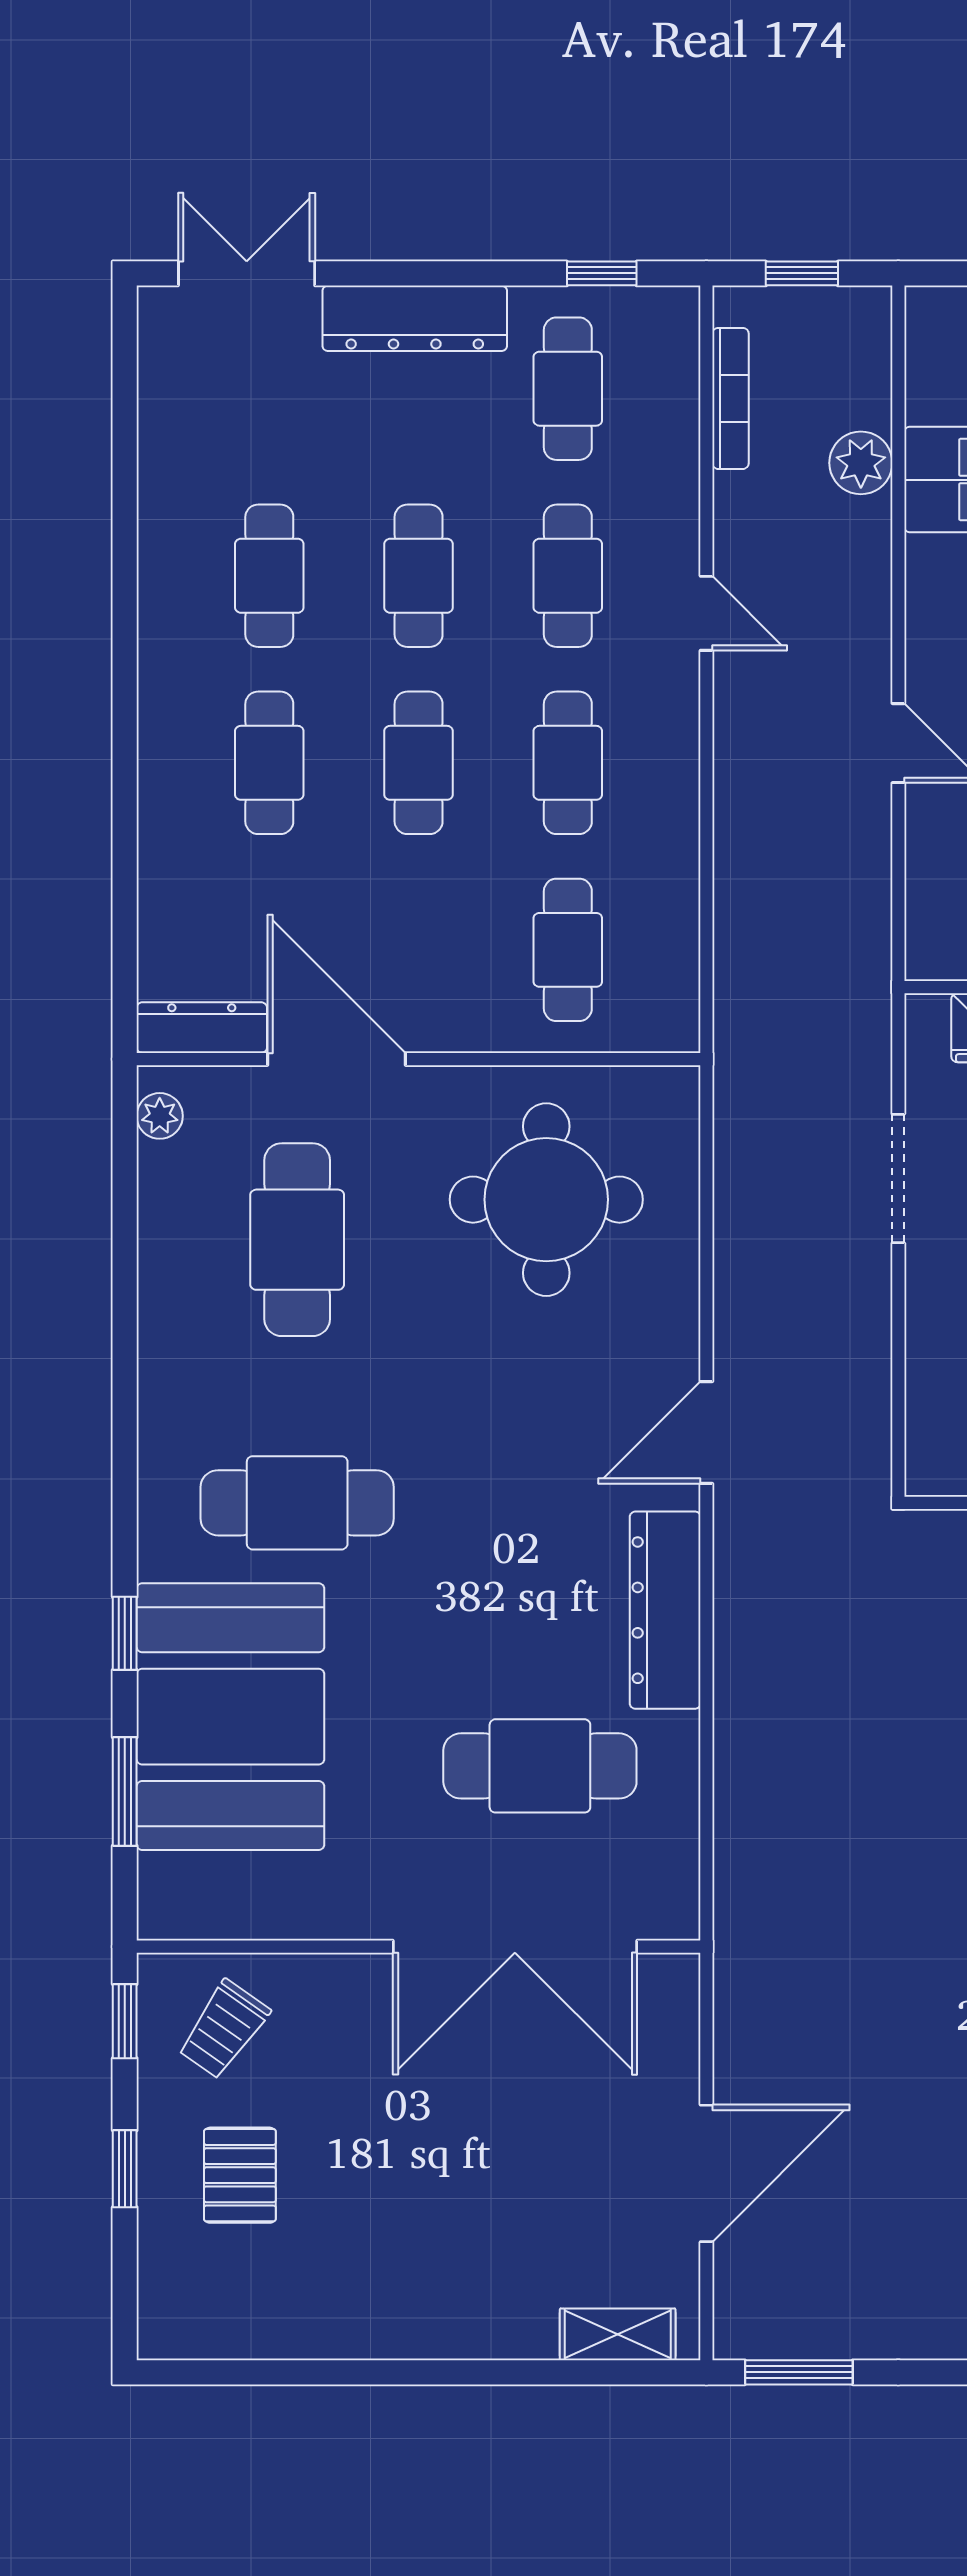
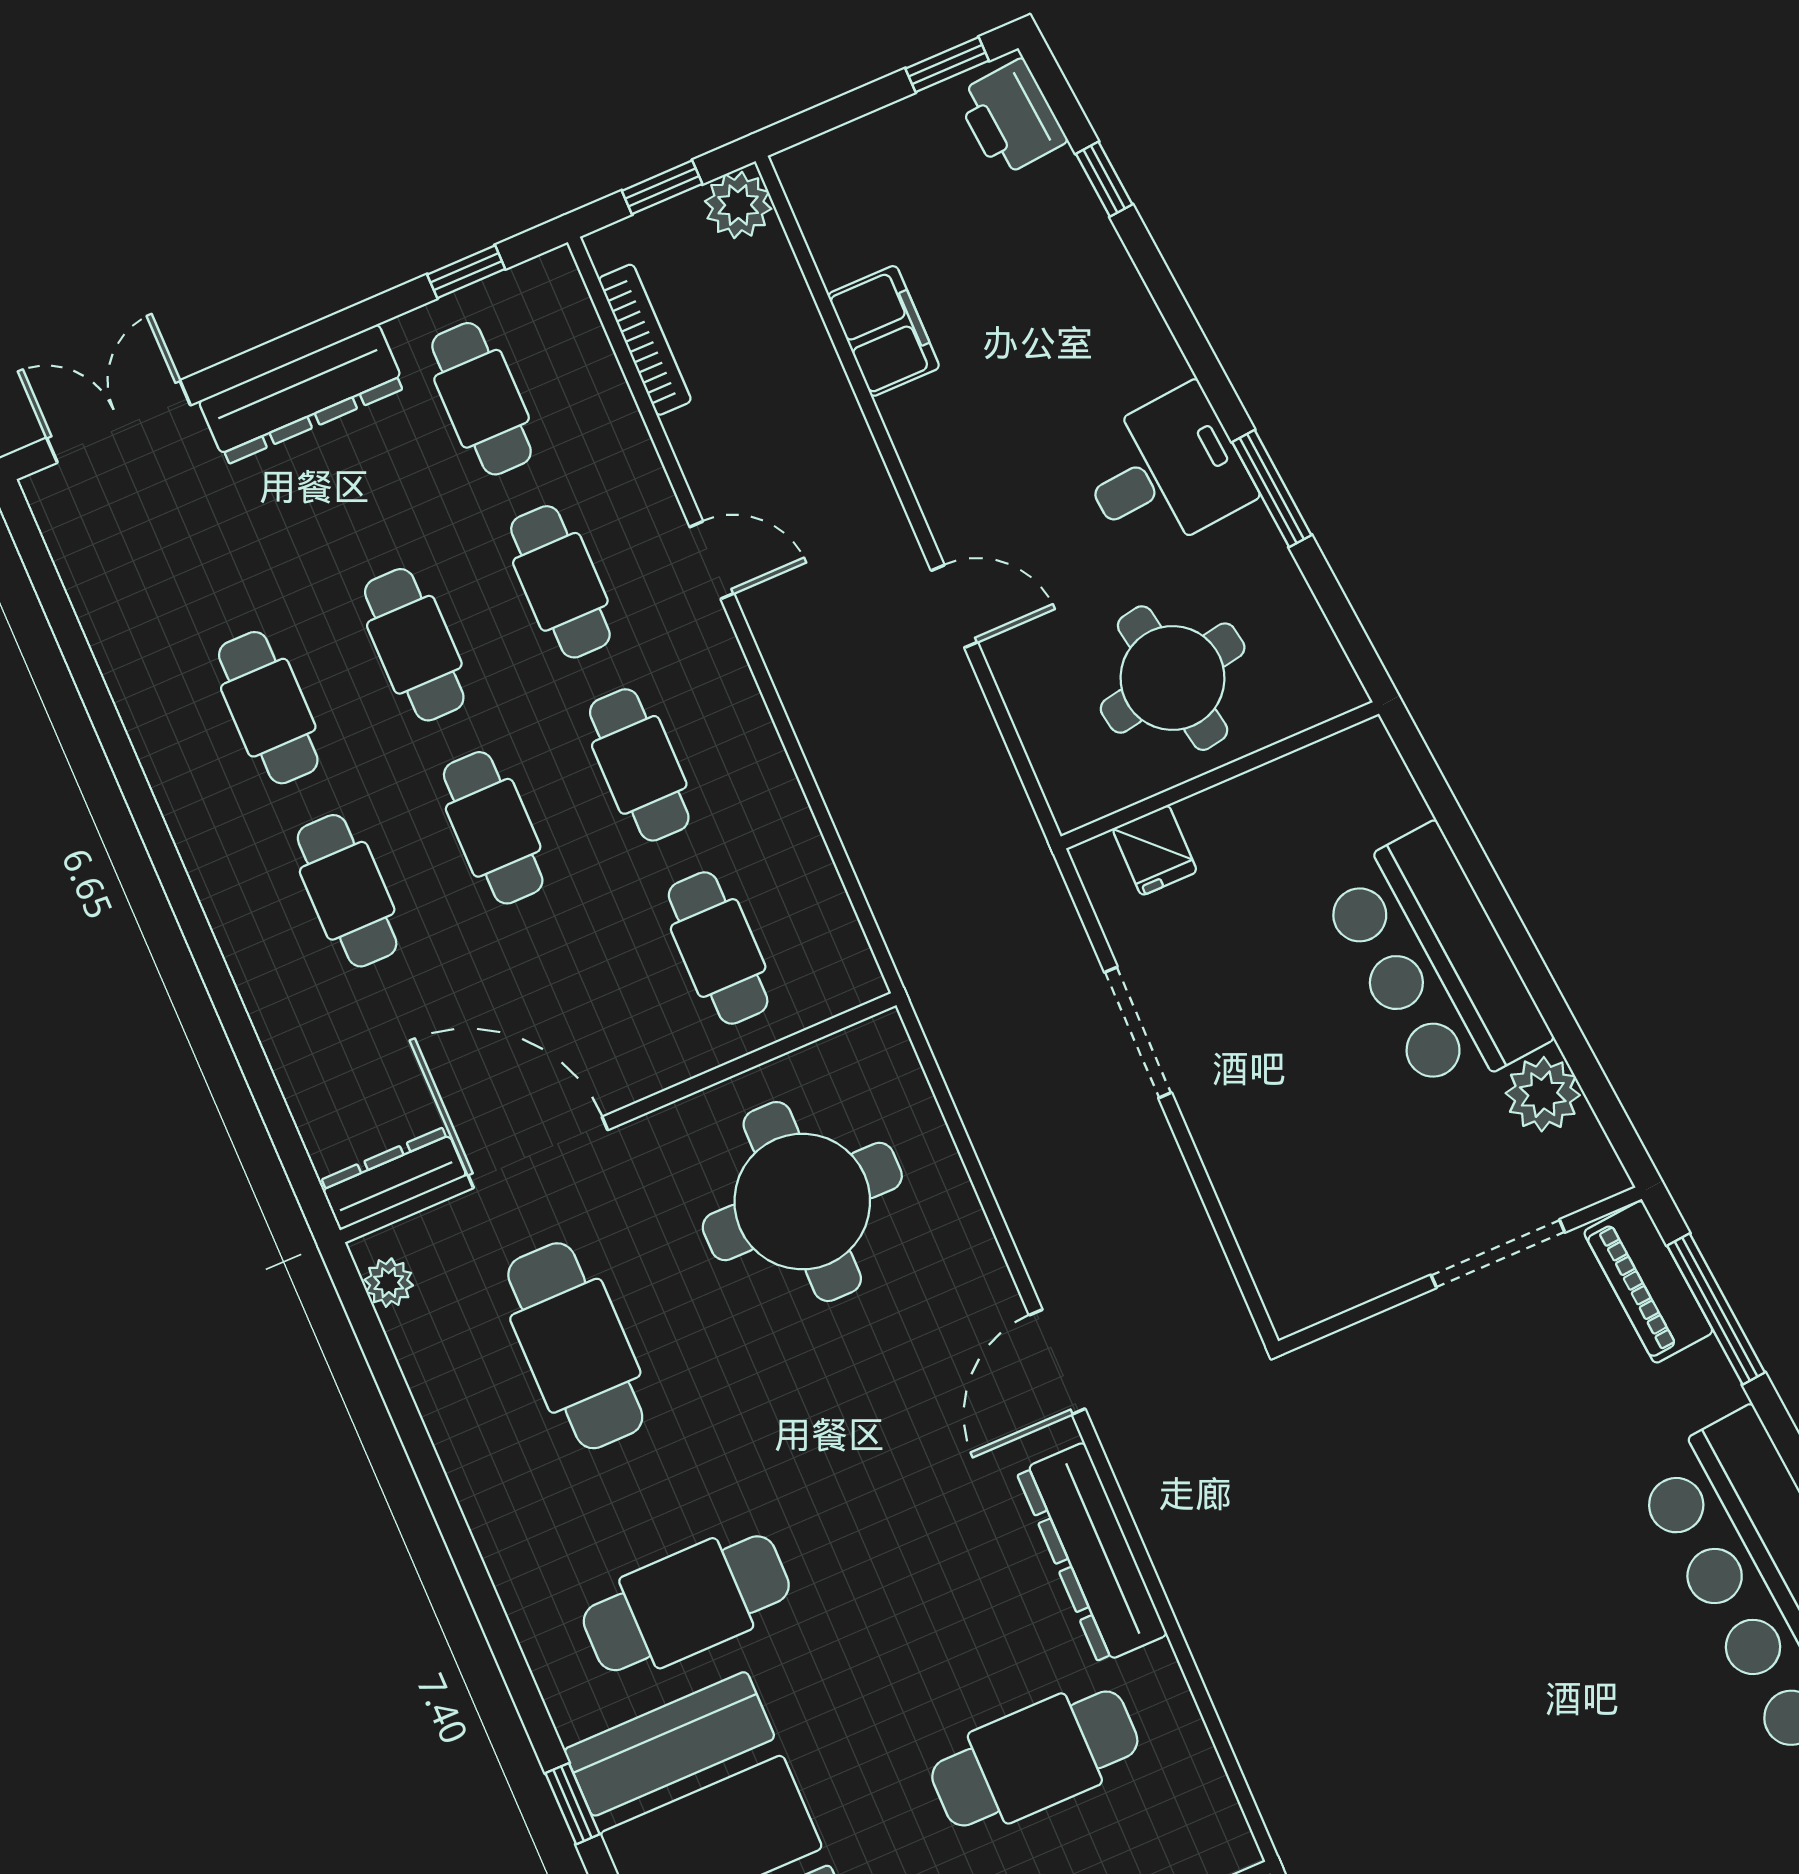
plant: (861, 463) -> (738, 205), moved

